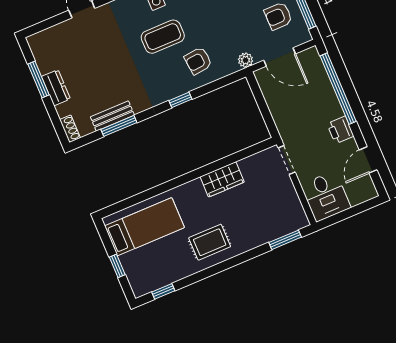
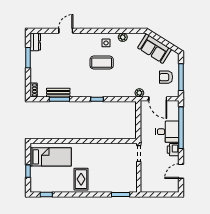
armchair: (198, 61) -> (115, 83), removed
dresser: (56, 88) -> (35, 42), moved
wardrobe: (222, 179) -> (101, 149), removed
desk: (326, 196) -> (167, 132), moved, turned -90
rug: (210, 242) -> (81, 179), turned 90

